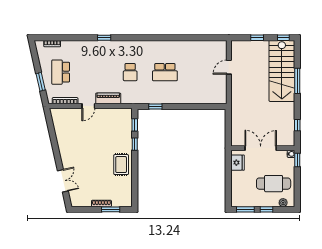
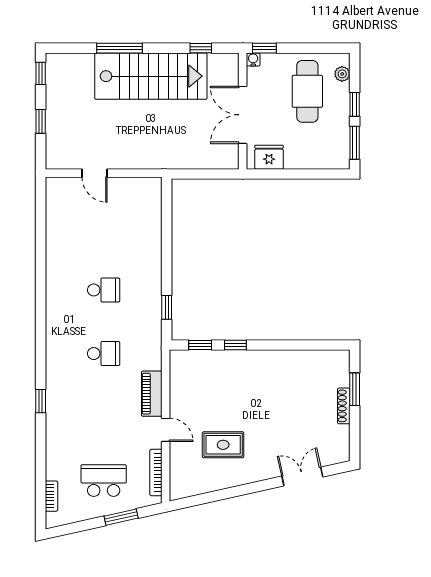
stairs: (282, 71) -> (151, 76), moved
school desk: (61, 72) -> (104, 481), turned 180
school desk: (165, 72) -> (104, 290), width x0.54
rug: (121, 165) -> (223, 445), moved

